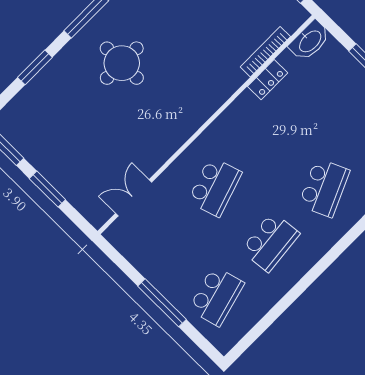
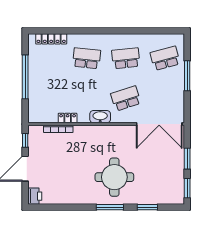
washbasin: (310, 41) -> (100, 117), moved
round table: (122, 63) -> (114, 177), width x1.36, depth x1.36
school desk: (324, 188) -> (87, 58), turned 30
double door: (134, 198) -> (159, 124), width x1.87

